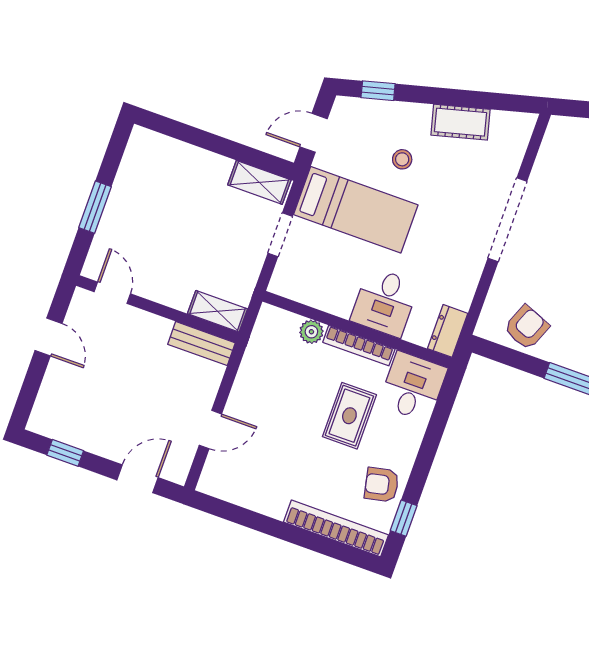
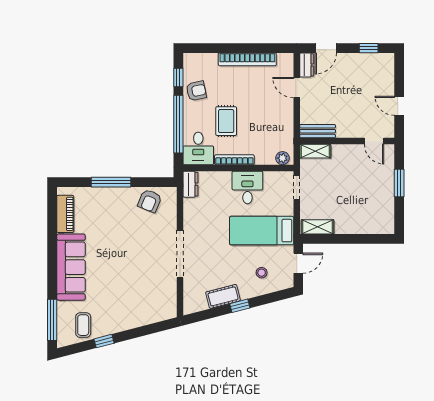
window: (378, 91) -> (240, 306), moved
stool: (402, 159) -> (262, 273), moved
doorway: (280, 235) -> (297, 187), moved
desk: (385, 302) -> (247, 187), moved
plant: (311, 332) -> (282, 158), moved
door: (210, 430) -> (297, 88), hinge flipped
window: (432, 439) -> (178, 124), added
dresser: (180, 462) -> (307, 65), added
bookcase: (336, 528) -> (247, 59), moved

